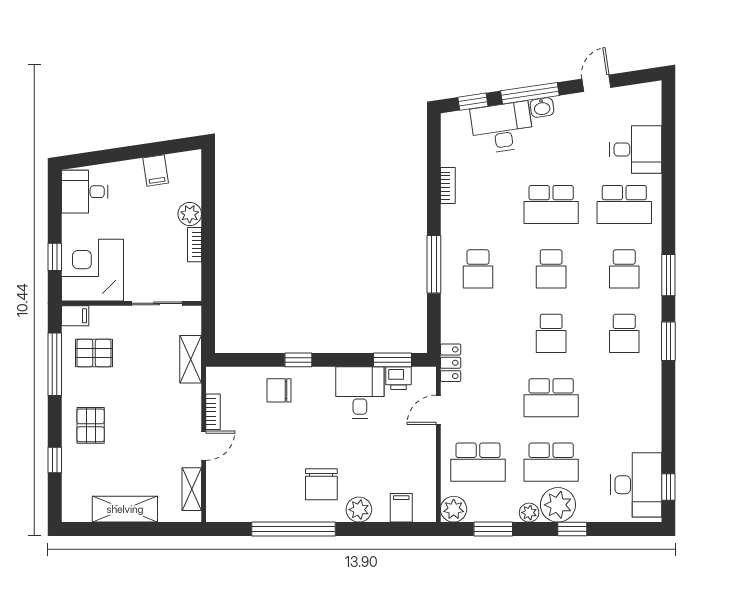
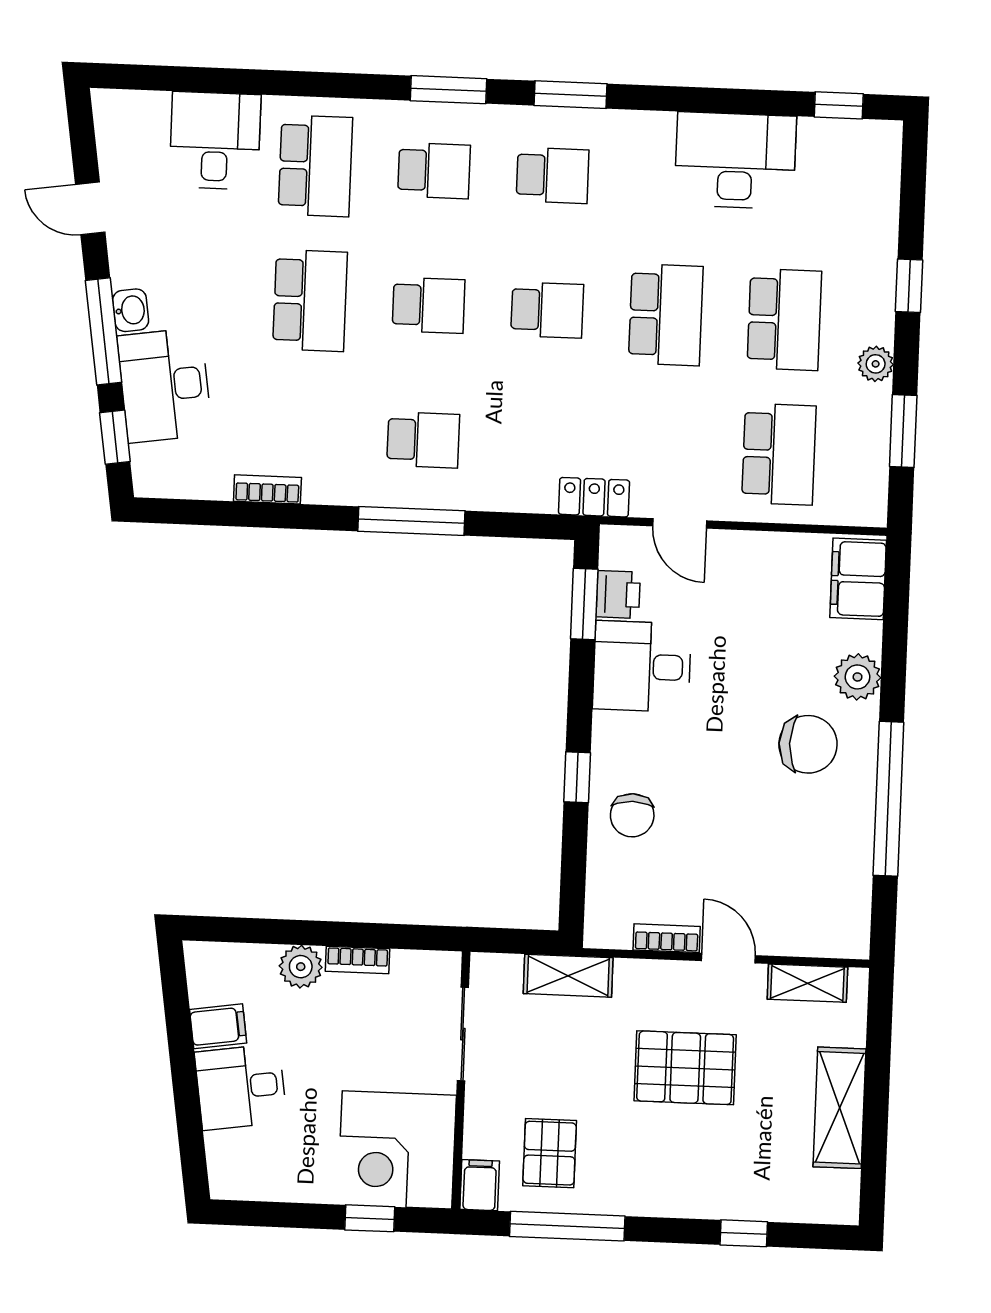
desk: (85, 192) -> (241, 1087), moved, turned 82
pallet: (91, 425) -> (685, 1068), moved, width x1.50, depth x1.42
desk: (636, 485) -> (735, 160), moved
plant: (558, 505) -> (863, 310), removed
filing cabinet: (401, 508) -> (858, 579), width x2.00
plant: (454, 509) -> (864, 503), removed

